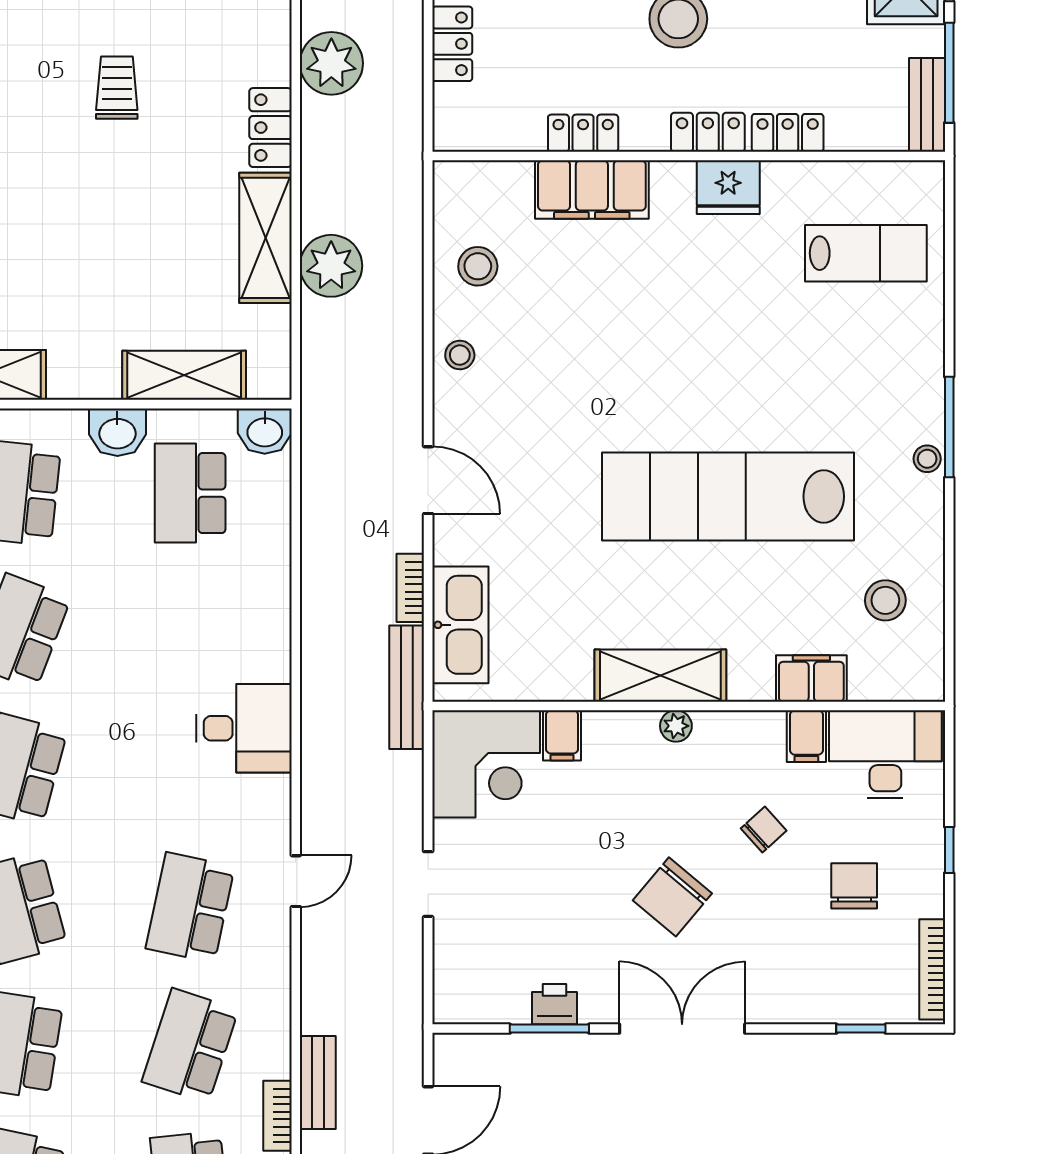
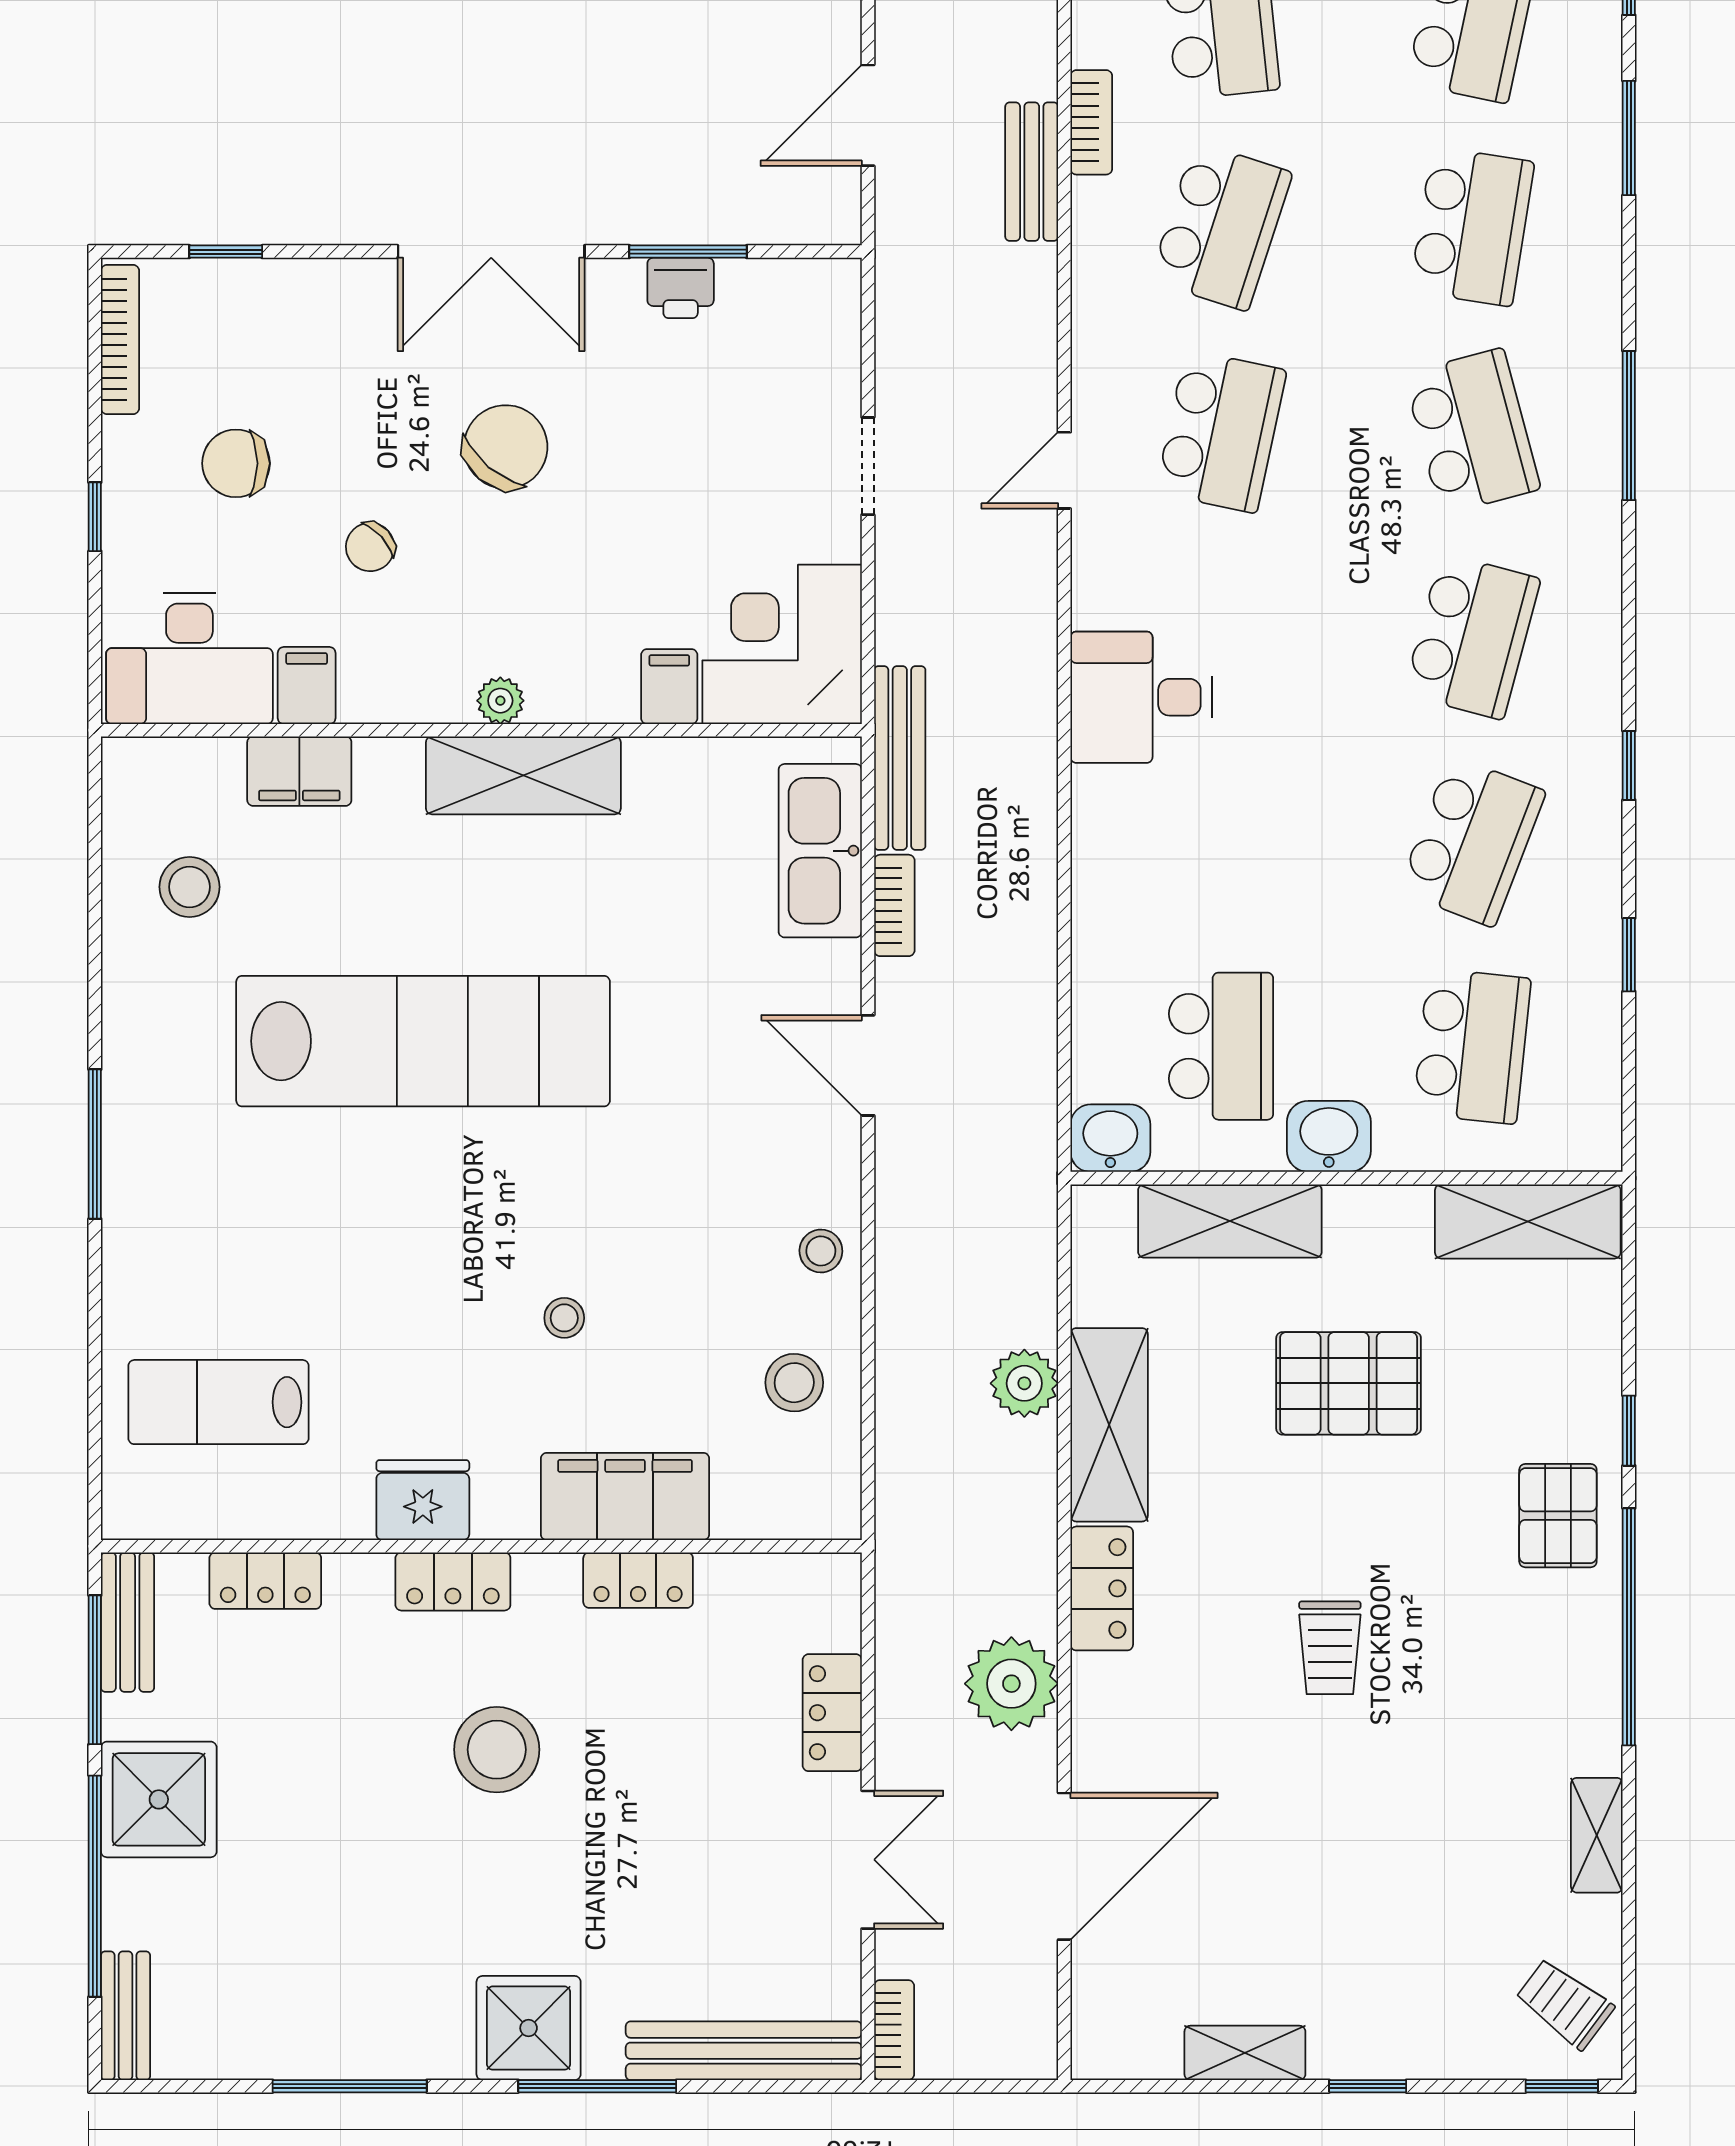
locker: (788, 133) -> (265, 1581), moved
pallet: (104, 266) -> (1349, 1383), added
plant: (331, 266) -> (1024, 1383), width x0.73, depth x0.73
stool: (927, 459) -> (564, 1318), moved
chair: (854, 886) -> (236, 463), turned 90

